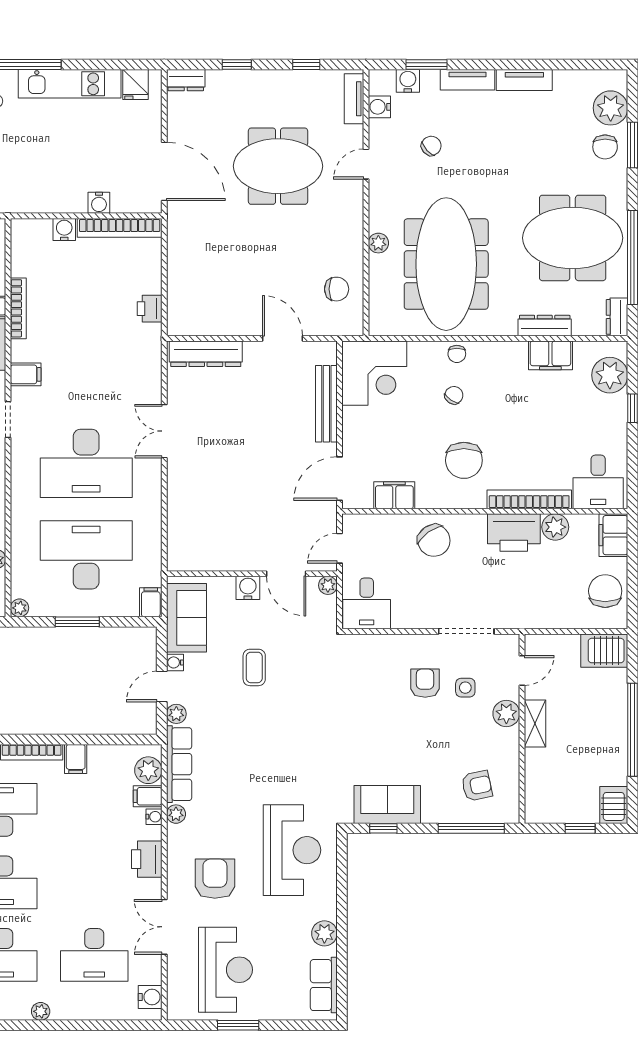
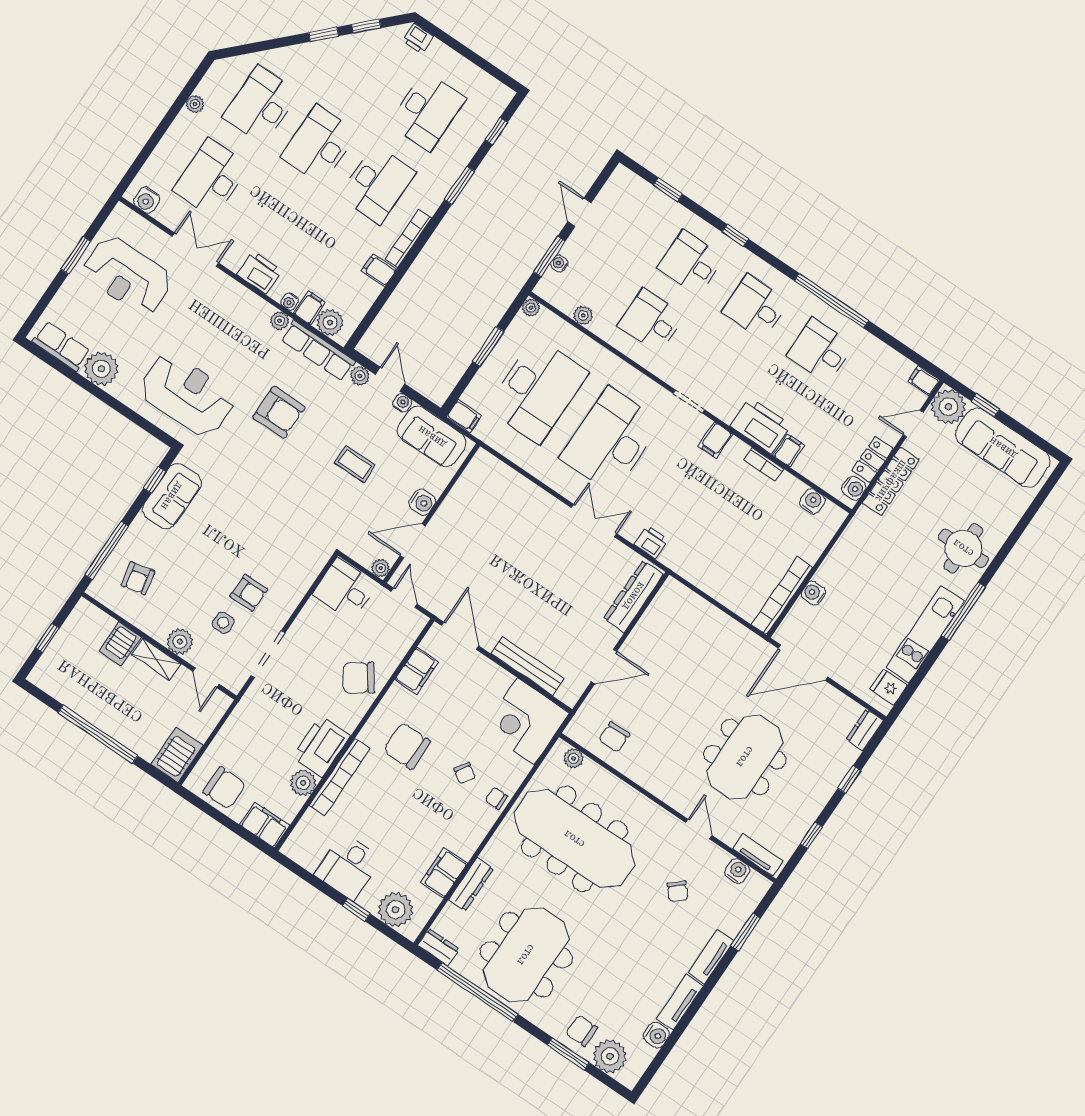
water cooler: (408, 81) -> (656, 1035), moved
water cooler: (64, 229) -> (812, 501), moved, turned -90
plant: (378, 243) -> (573, 758), moved
bookcase: (18, 308) -> (764, 464), width x0.64
printer: (150, 309) -> (651, 542), moved
desk: (598, 482) -> (348, 867), moved, turned -90
server rack: (614, 805) -> (120, 644), moved, turned 90
reception desk: (292, 850) -> (187, 394), turned 180
armchair: (215, 879) -> (279, 412), moved
plant: (324, 933) -> (101, 369), width x1.36, depth x1.36

